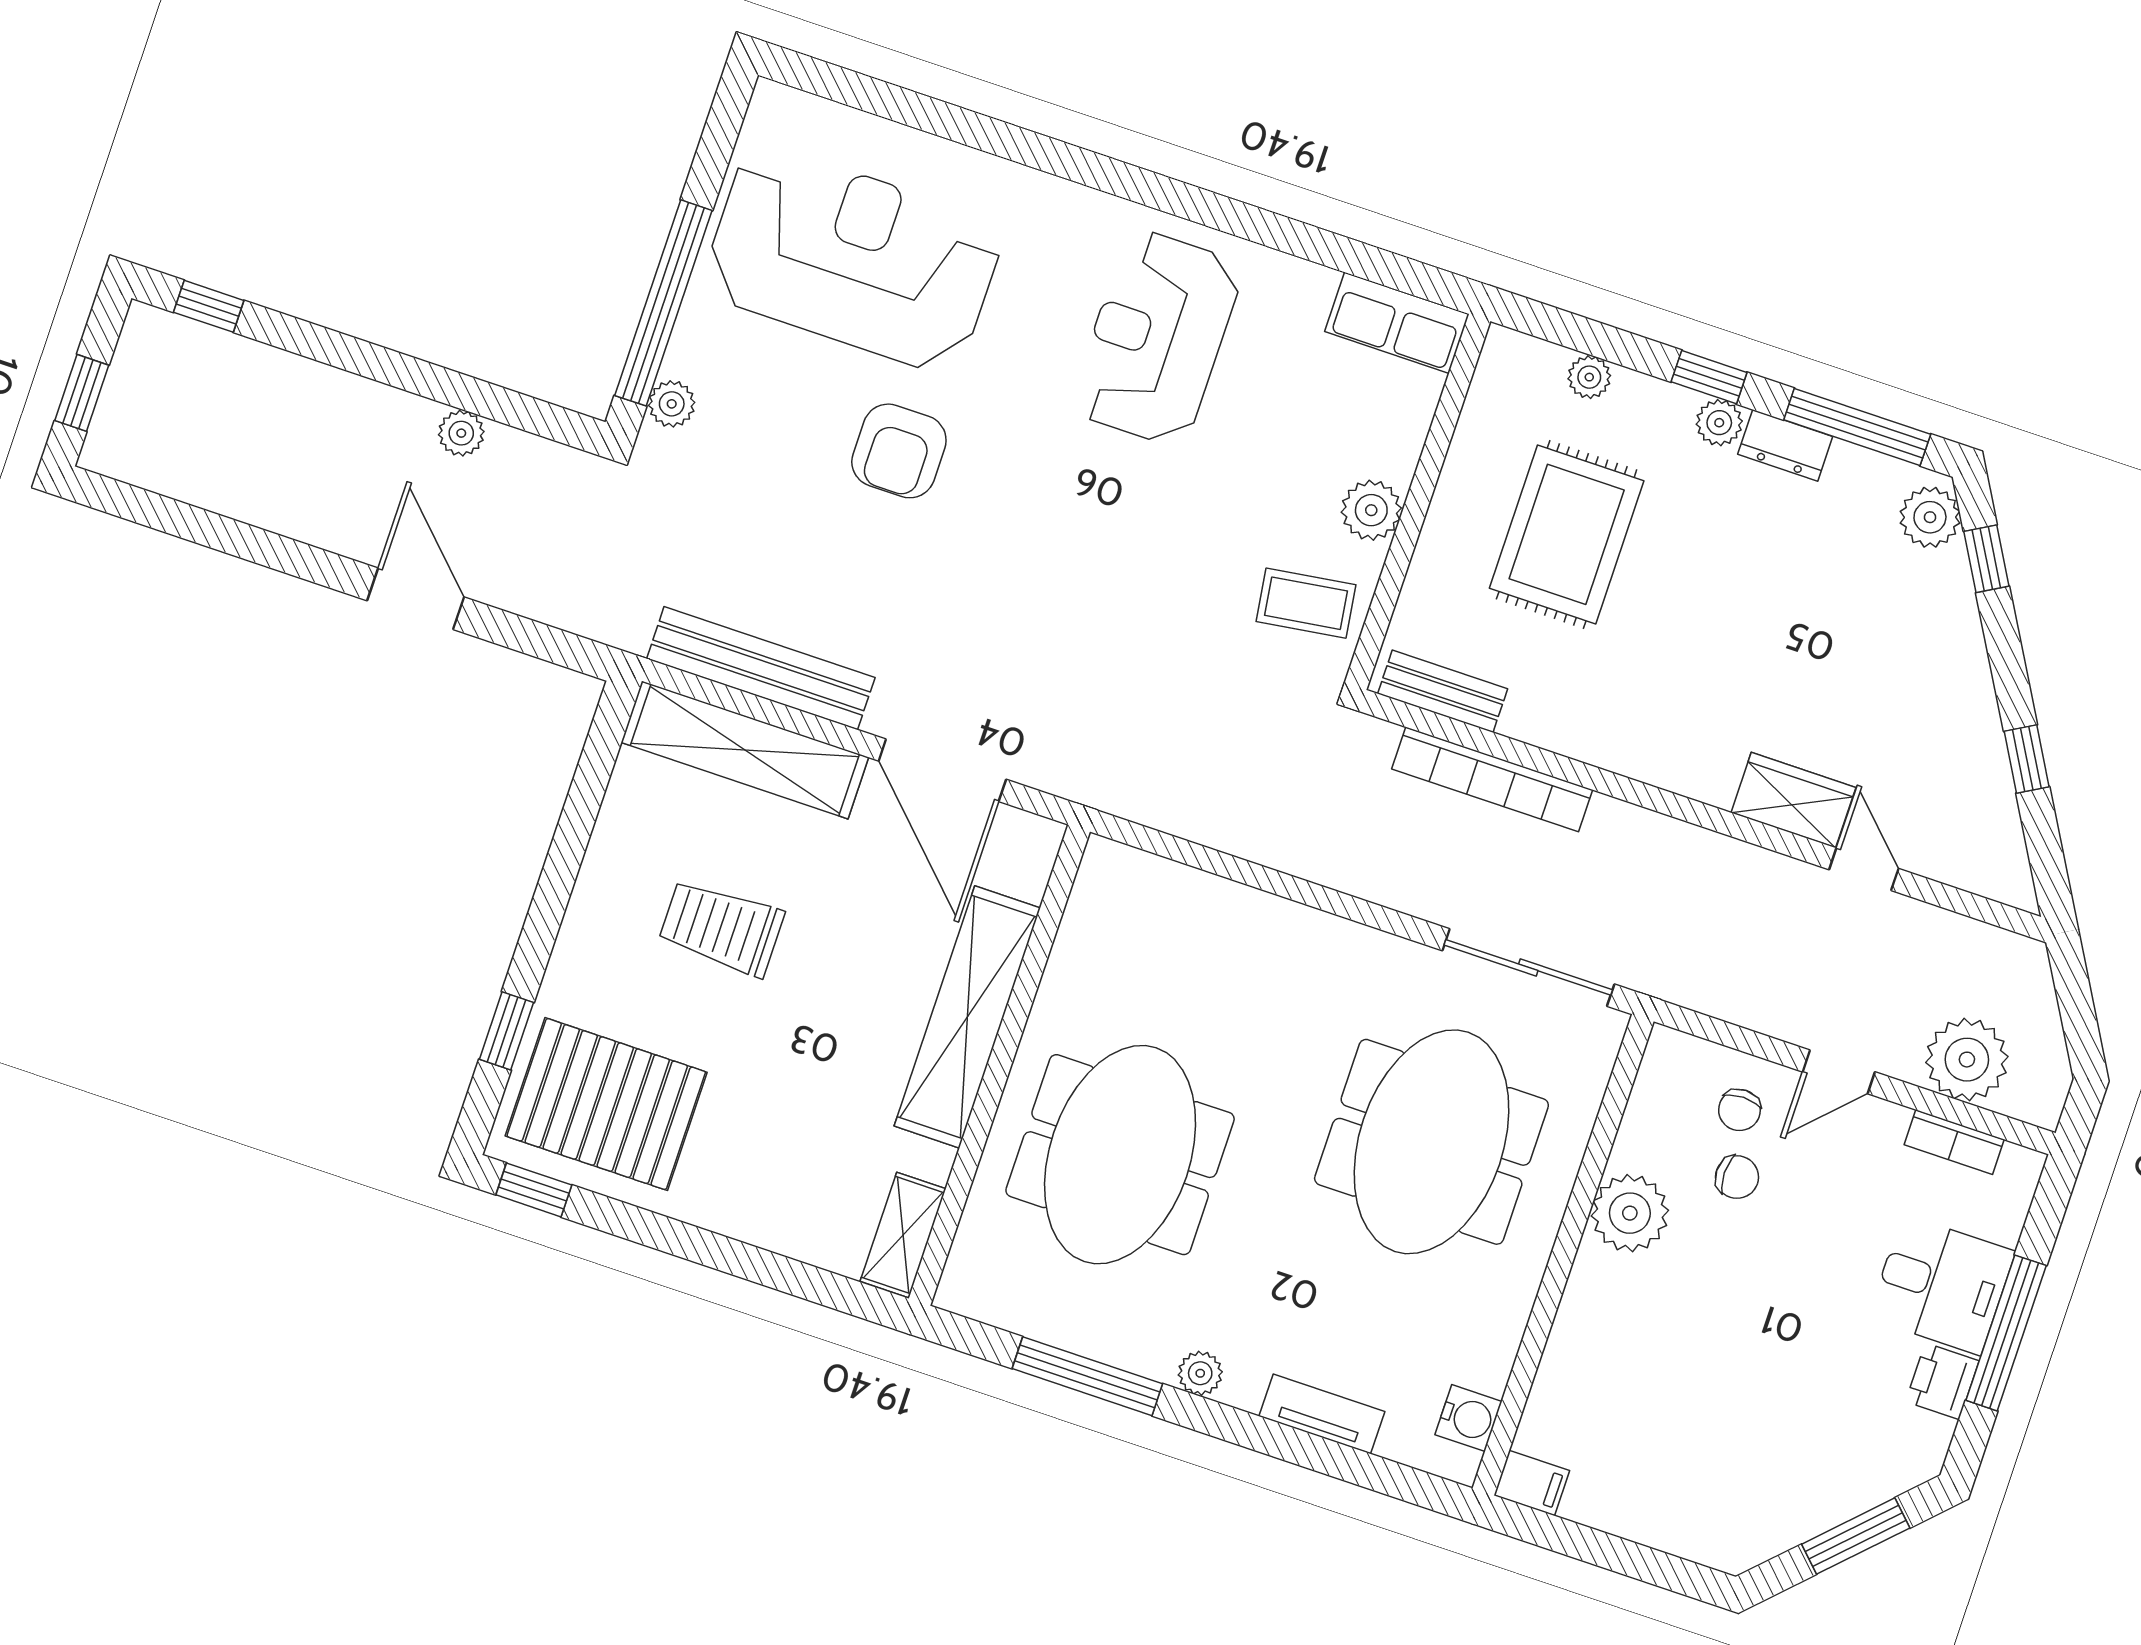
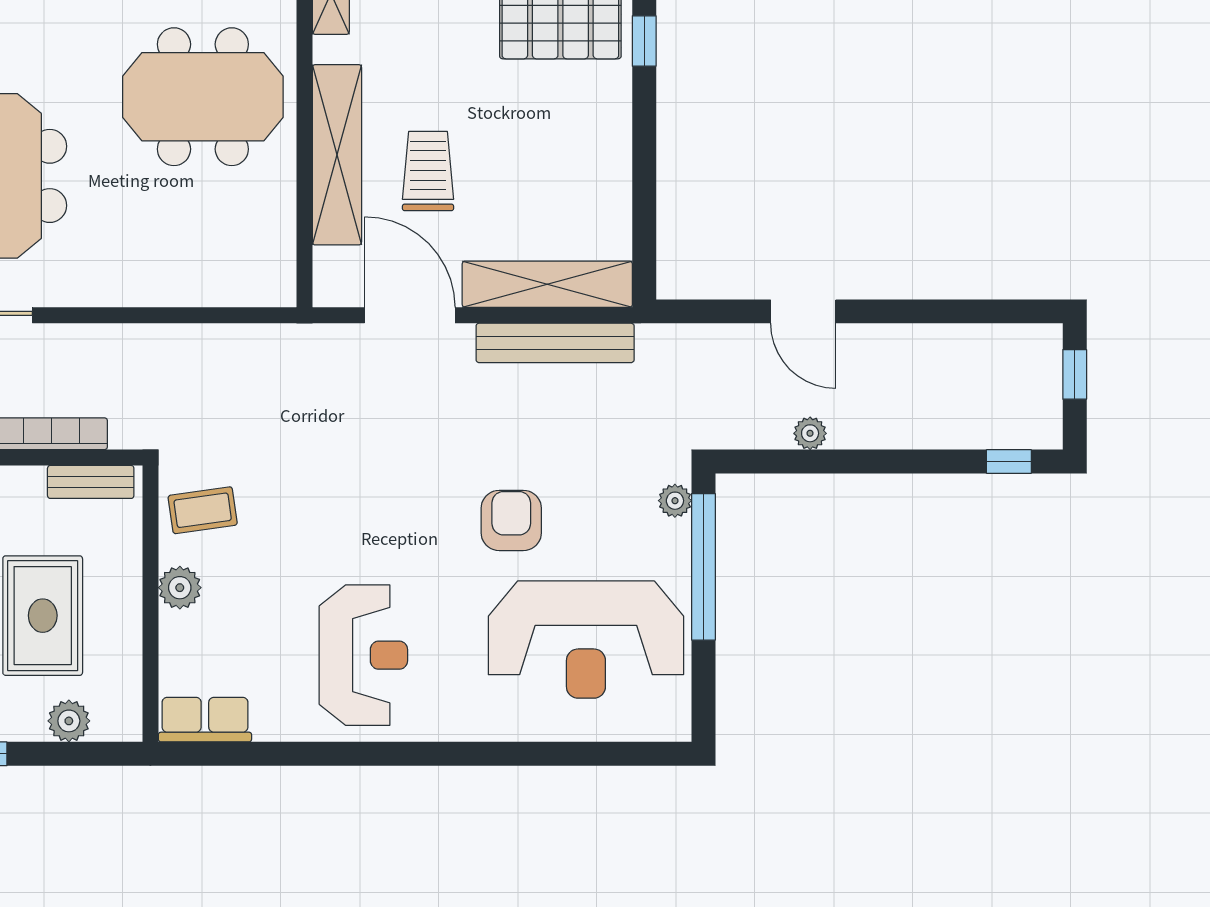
plant: (1589, 377) -> (69, 721), width x1.38, depth x1.38
trolley: (721, 928) -> (428, 171), moved, turned -90
meeting table: (1120, 1155) -> (203, 97), turned 90

